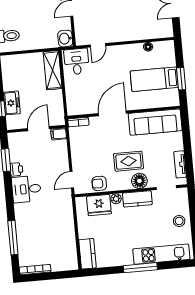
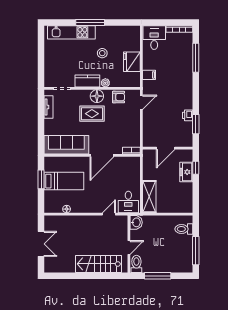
filing cabinet: (59, 134) -> (149, 75), moved
floor lamp: (139, 181) -> (97, 96), moved
desk: (26, 189) -> (154, 38), moved, turned -90
fridge: (99, 205) -> (132, 62), moved, turned -90
stool: (179, 221) -> (102, 53), moved
kitchen counter: (87, 254) -> (134, 38), removed

